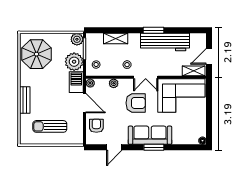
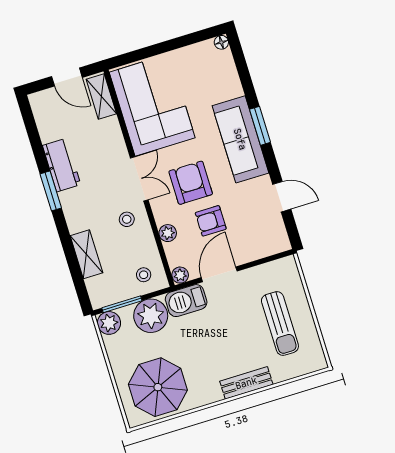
workbench: (165, 42) -> (62, 165), width x0.53, depth x0.76
armchair: (96, 126) -> (211, 221), moved

